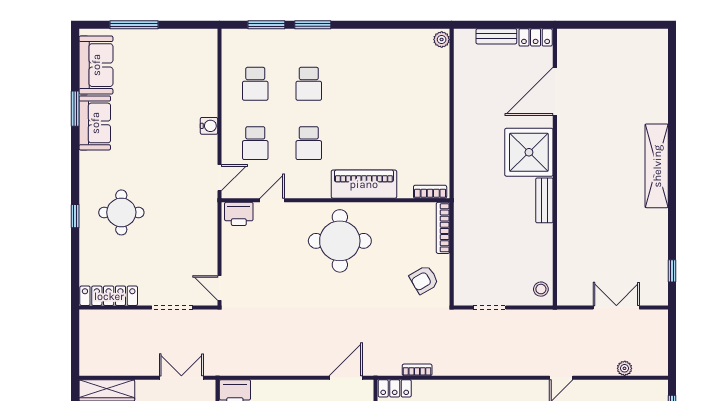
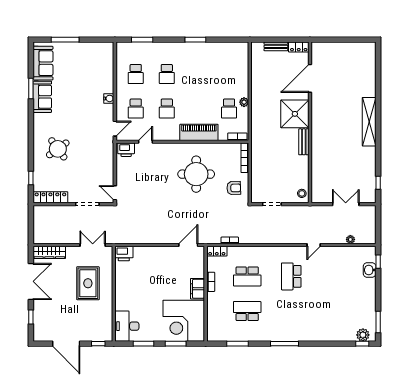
window: (313, 25) -> (195, 40), moved
plant: (442, 40) -> (244, 102), moved
school desk: (416, 143) -> (229, 109), added
round table: (121, 212) -> (58, 149), turned -36
window: (75, 216) -> (31, 178), moved
round table: (340, 241) -> (196, 174), moved
armchair: (424, 280) -> (234, 188), turned -152

